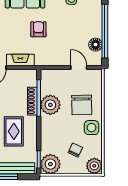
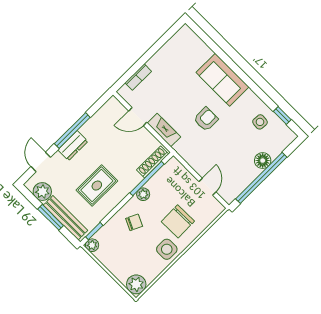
floor lamp: (96, 45) -> (263, 161), moved
shoe rack: (32, 101) -> (153, 162), moved
plant: (50, 105) -> (143, 194), width x0.53, depth x0.53
chair: (75, 150) -> (134, 222), moved
plant: (50, 164) -> (92, 245), width x0.53, depth x0.53

